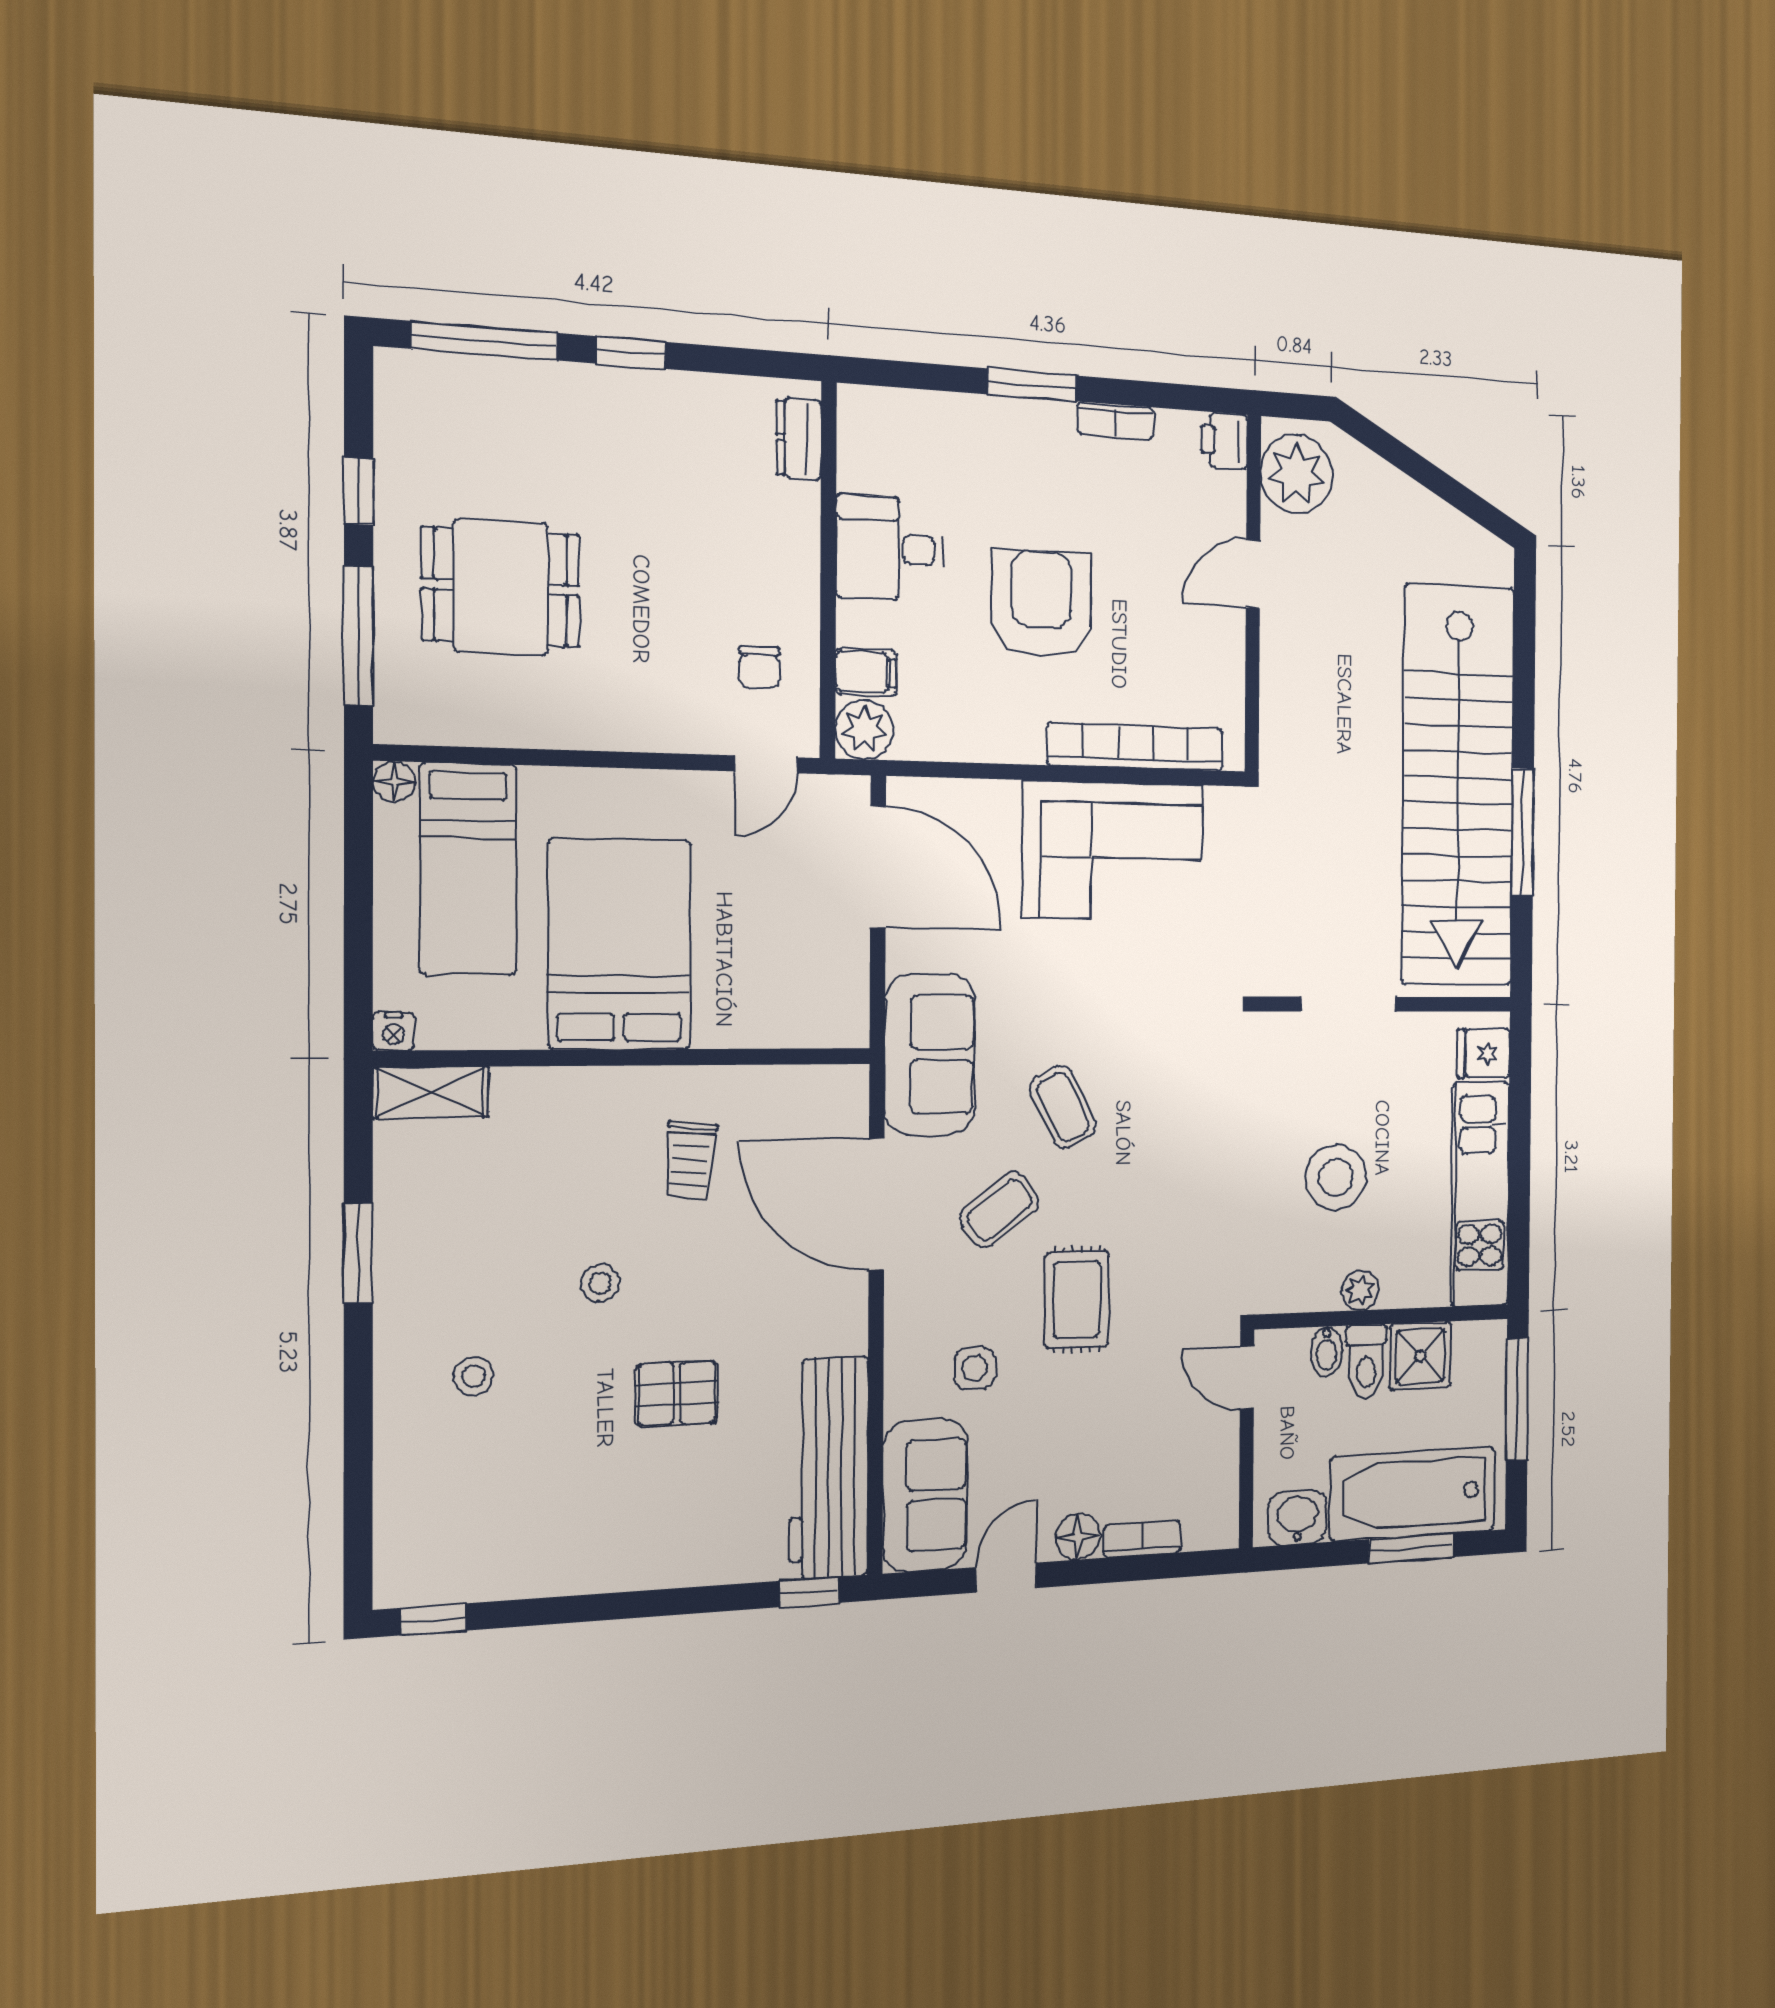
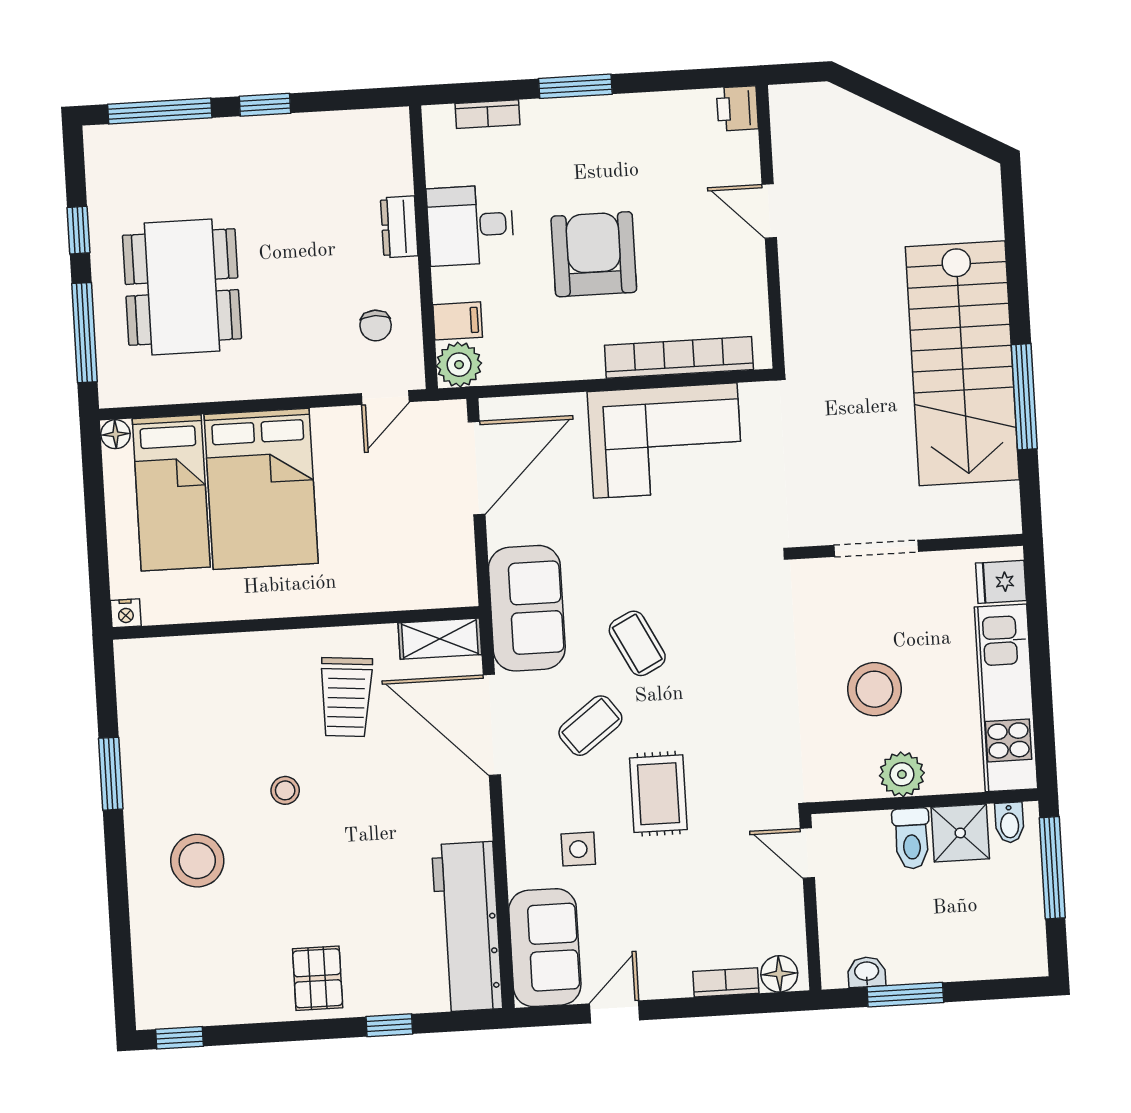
bookcase: (1115, 421) -> (487, 114), moved
dresser: (799, 439) -> (399, 227), moved
plant: (1297, 474) -> (802, 127), removed
door: (1253, 574) -> (769, 211), hinge flipped
dining table: (501, 587) -> (182, 287), width x1.38
stairs: (1458, 785) -> (962, 363), width x0.73
door: (878, 867) -> (477, 468), hinge flipped
bed: (619, 944) -> (261, 489), moved, turned 180
shelving: (431, 1092) -> (440, 639), moved
trolley: (690, 1160) -> (346, 697), width x1.36, depth x1.39
plant: (1360, 1290) -> (902, 774), width x1.38, depth x1.38
bidet: (1327, 1351) -> (1009, 823), moved
stool: (473, 1376) -> (197, 861), width x1.89, depth x1.89
pallet: (677, 1393) -> (318, 978), moved, turned 90
bathtub: (1413, 1494) -> (961, 946), removed
washbasin: (1298, 1518) -> (867, 972), width x0.72, depth x0.69
floor lamp: (1078, 1537) -> (779, 974), moved
window: (1411, 1548) -> (905, 995), moved
window: (809, 1592) -> (389, 1025), moved

